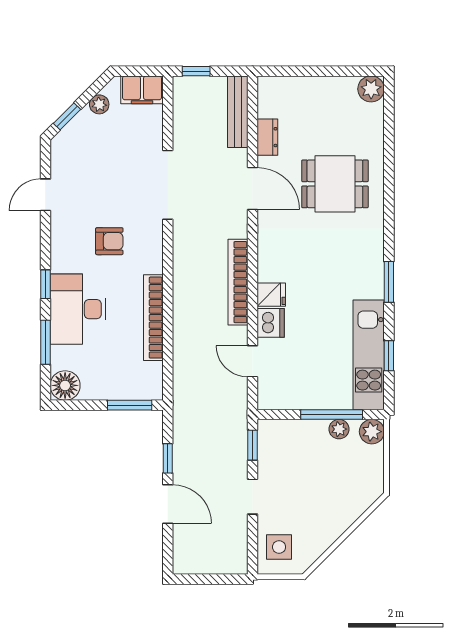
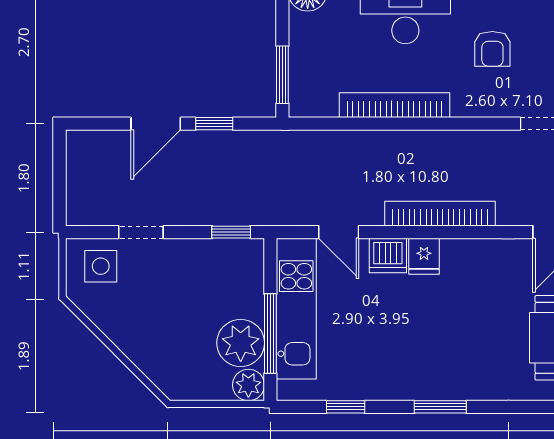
kitchen unit: (369, 355) -> (296, 309), moved, turned 90
door: (252, 361) -> (339, 232), swing flipped
plant: (339, 429) -> (241, 343), width x1.88, depth x1.88
doorway: (252, 497) -> (141, 232), moved

